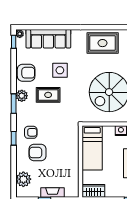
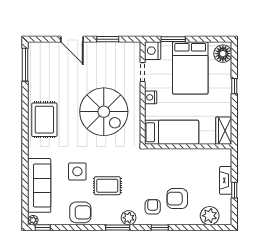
armchair: (26, 73) -> (80, 212), turned 90
rug: (48, 95) -> (107, 186), turned 90
plant: (22, 96) -> (129, 218), moved
armchair: (38, 153) -> (177, 199), turned 90

